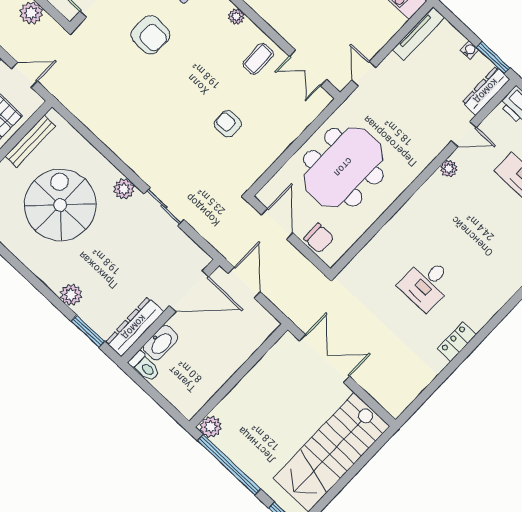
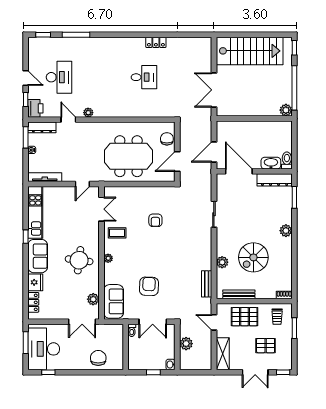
bench: (83, 112) -> (207, 284), added
plant: (124, 189) -> (222, 262), moved
spiral stairs: (60, 205) -> (253, 257), width x0.73, depth x0.73
plant: (71, 295) -> (286, 231), moved

